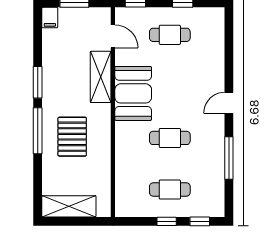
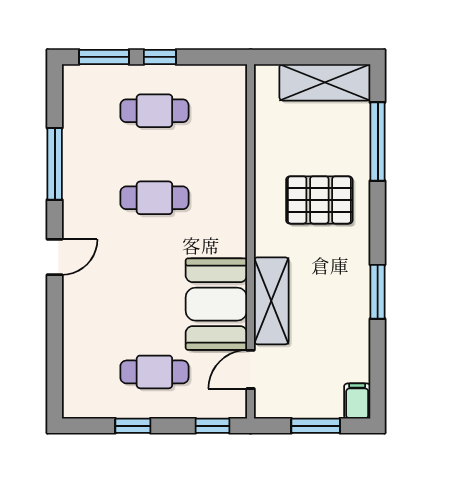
door: (113, 36) -> (250, 369), hinge flipped
booth: (133, 93) -> (216, 304), moved
window: (38, 131) -> (378, 142), moved
pallet: (72, 137) -> (319, 200), turned 90
window: (200, 221) -> (104, 57), width x1.50

